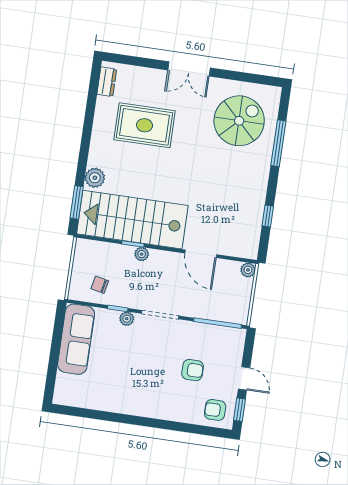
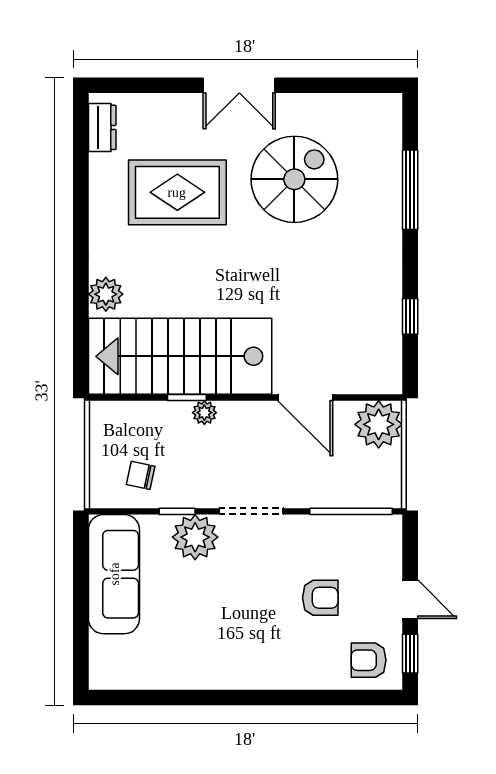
spiral stairs: (239, 121) -> (294, 179), moved
window: (77, 202) -> (81, 341), removed
plant: (248, 270) -> (379, 424), width x1.88, depth x1.88
plant: (127, 319) -> (195, 537), width x1.88, depth x1.88

